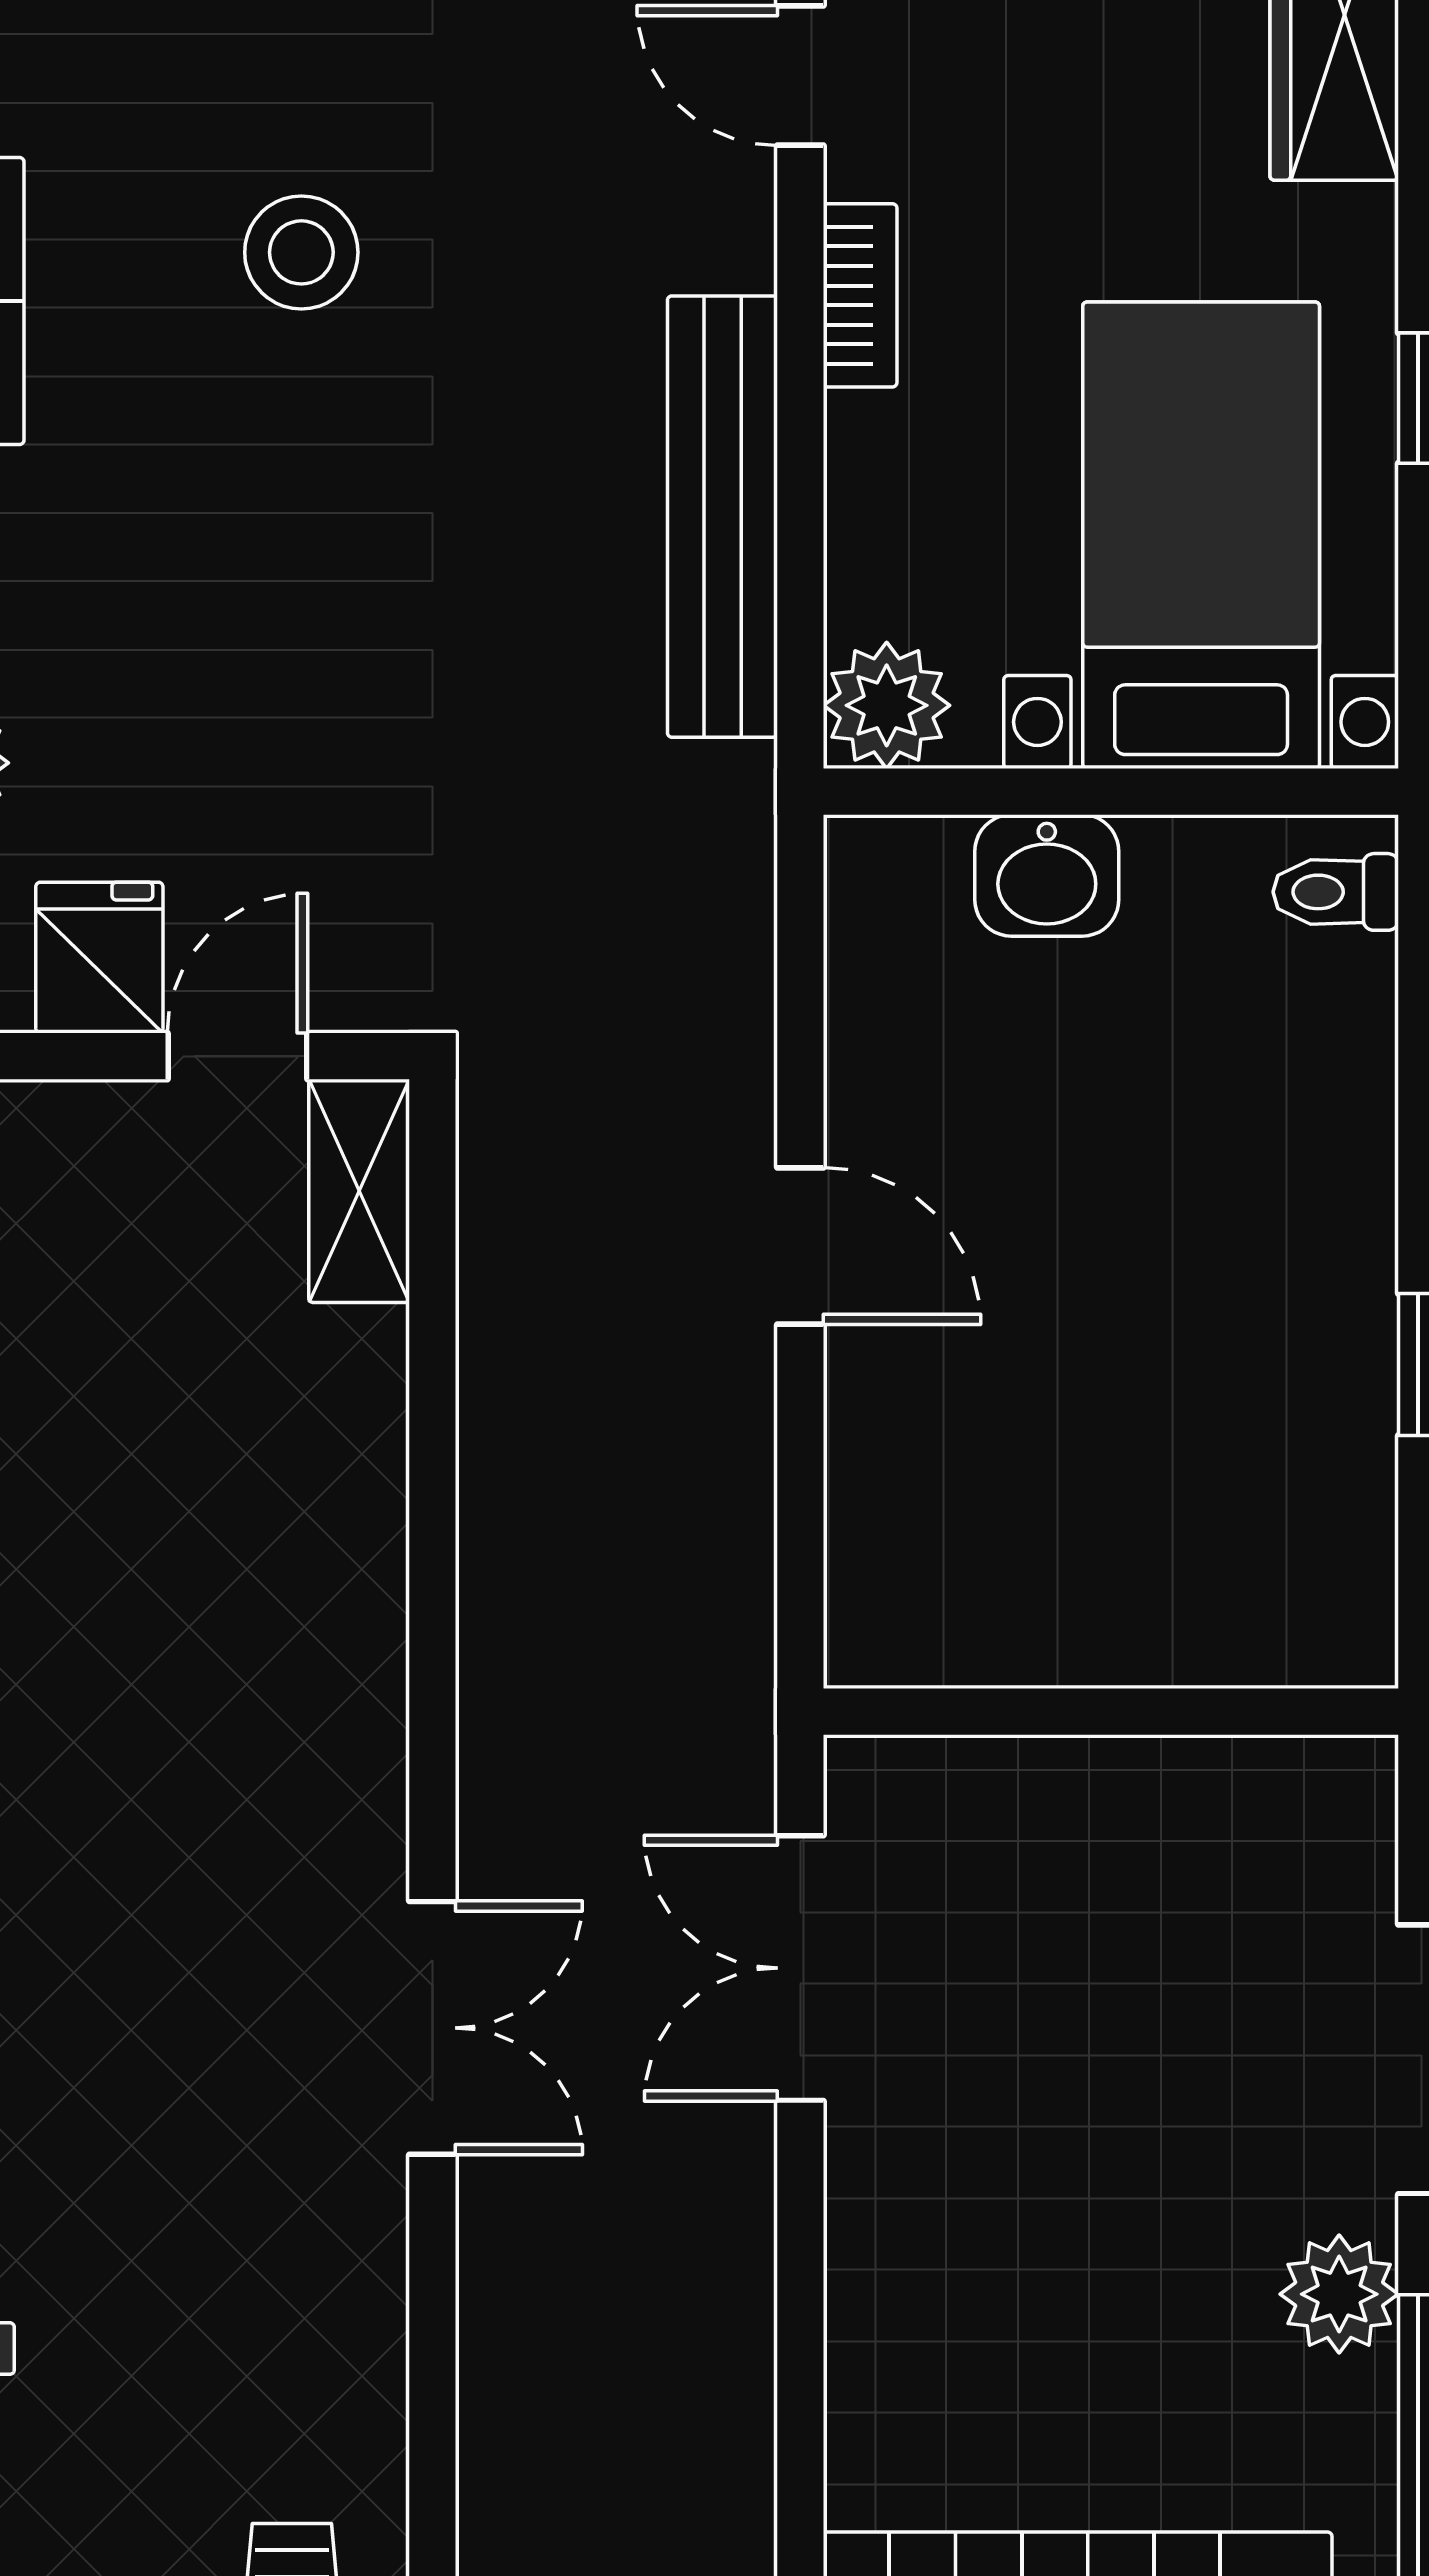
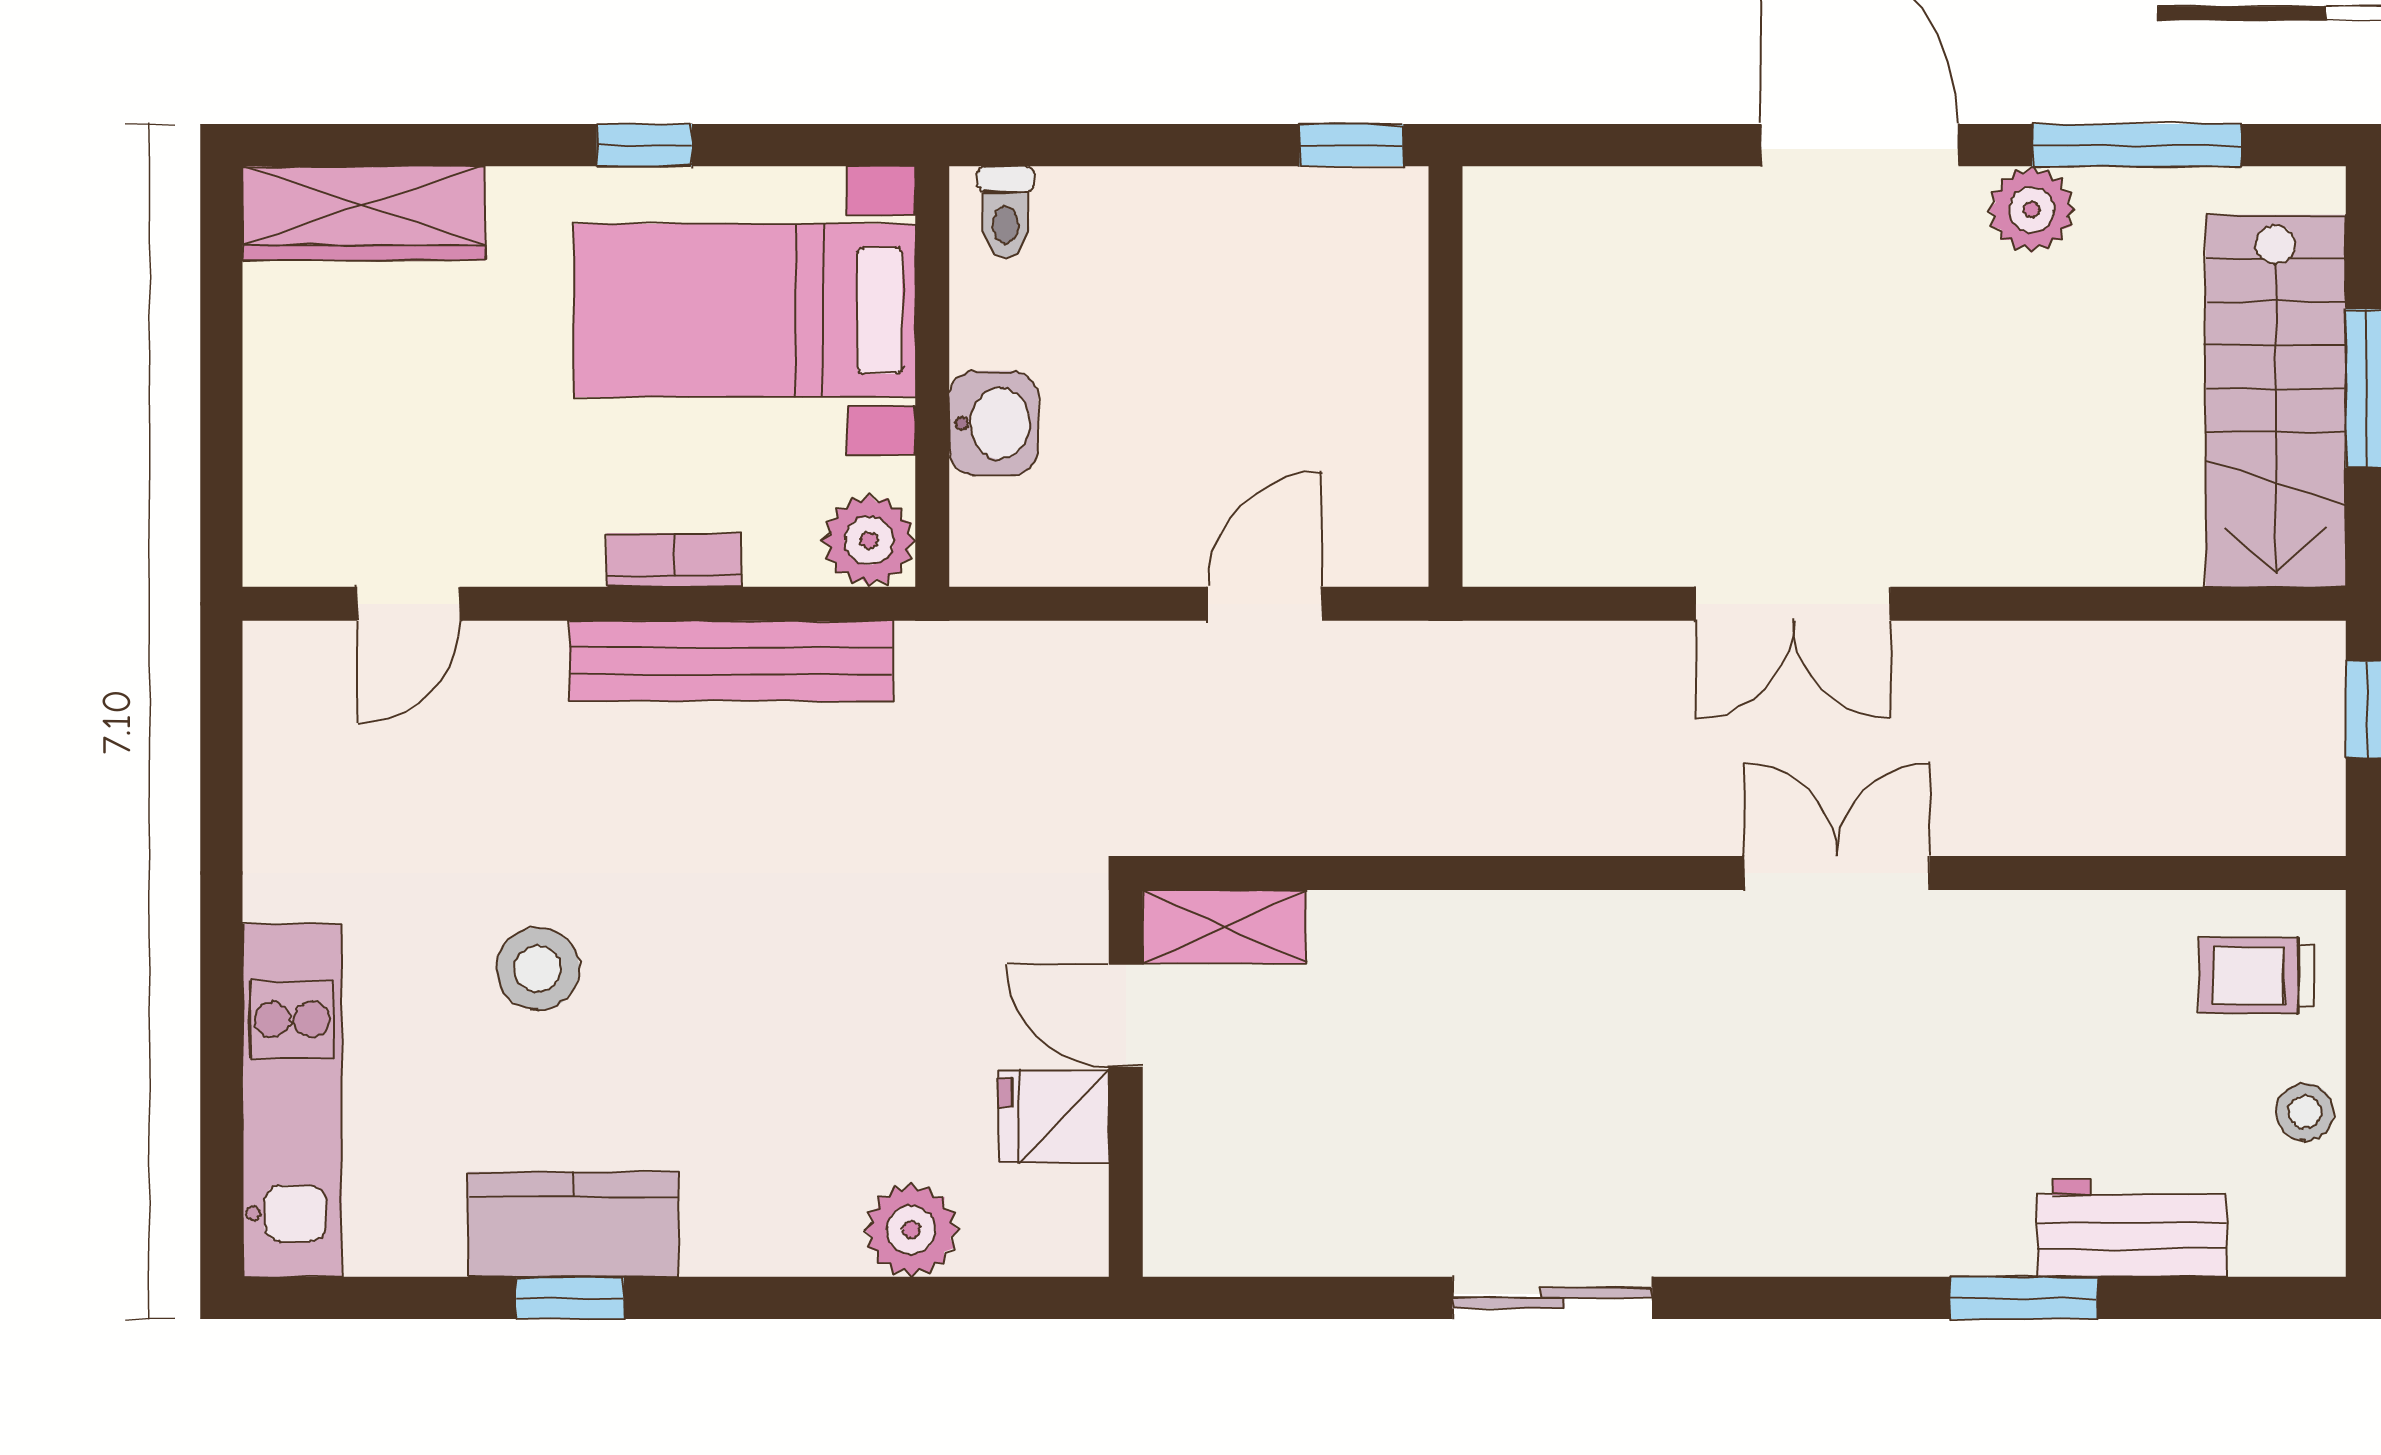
bookcase: (860, 295) -> (674, 560), moved
wall: (1111, 1712) -> (1446, 377), moved

